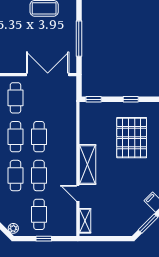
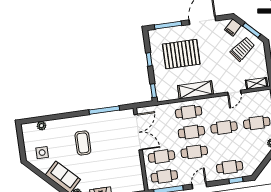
double door: (48, 75) -> (138, 132), swing flipped
shelving: (88, 164) -> (195, 90), moved
cafe table: (15, 176) -> (189, 112), moved
trolley: (128, 210) -> (242, 49), added

